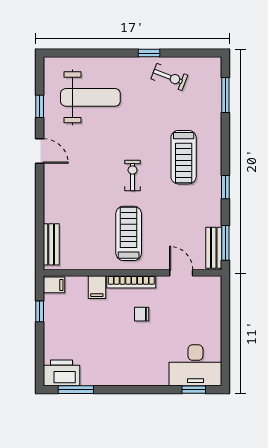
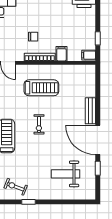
weight bench: (90, 97) -> (66, 174), width x0.73, depth x0.75
door: (40, 151) -> (98, 140), width x1.87
treadmill: (129, 233) -> (41, 88), turned -90
bench: (51, 244) -> (90, 111), moved

